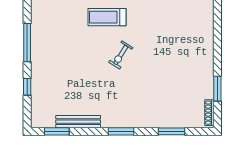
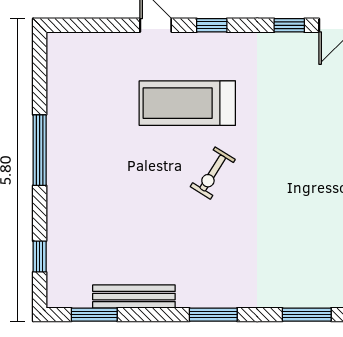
treadmill: (107, 17) -> (187, 103), width x1.37, depth x1.38
window: (27, 87) -> (40, 257), moved

